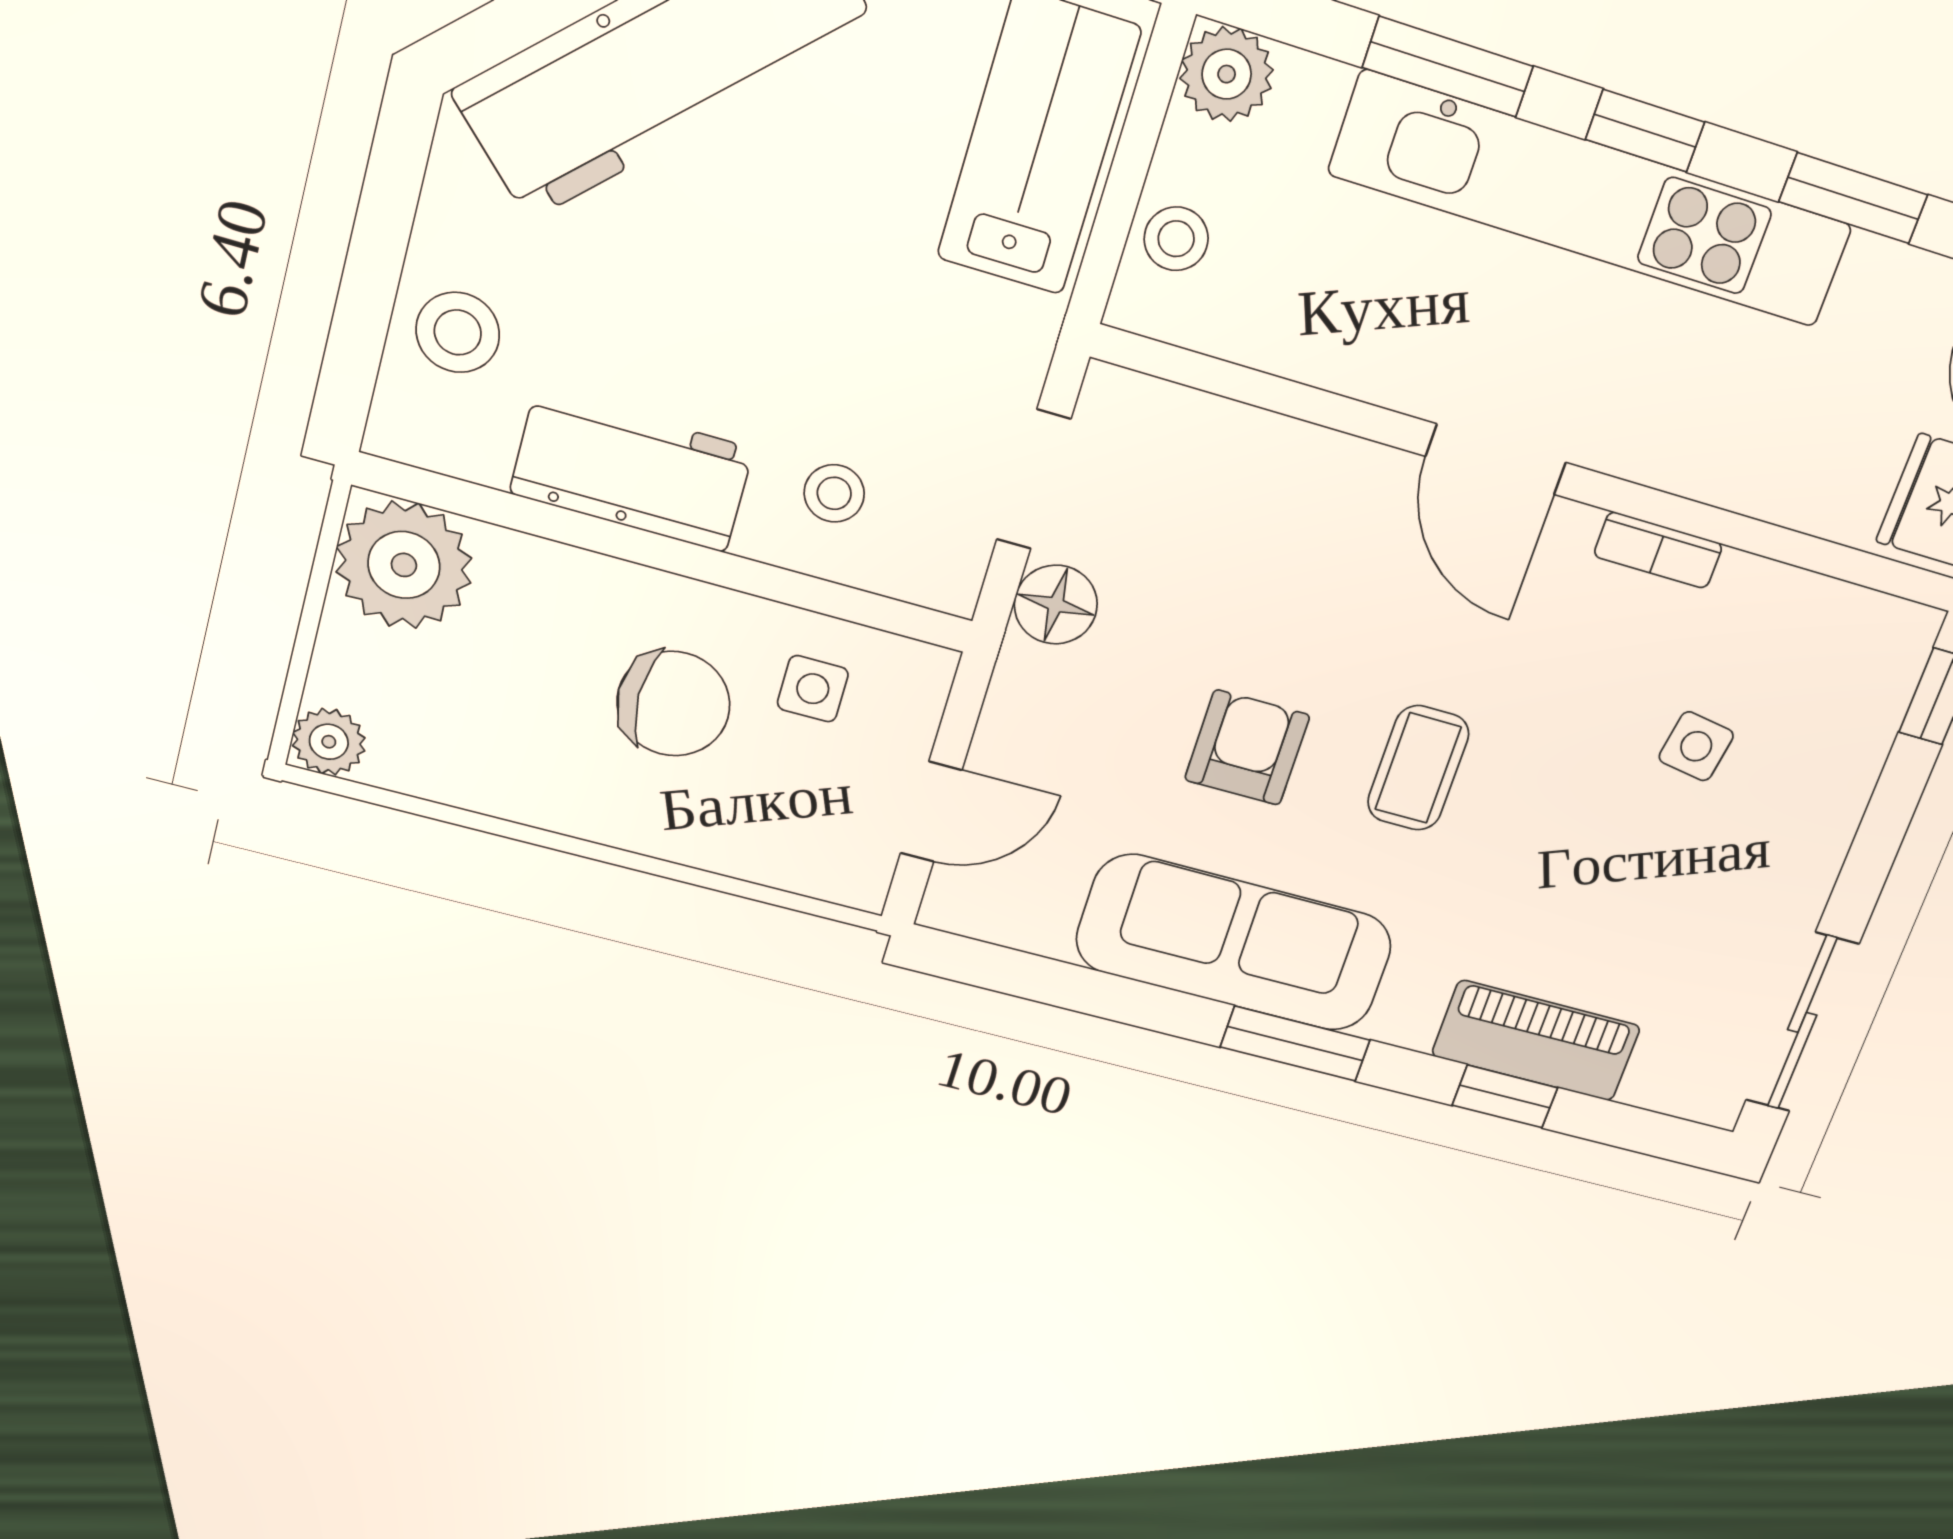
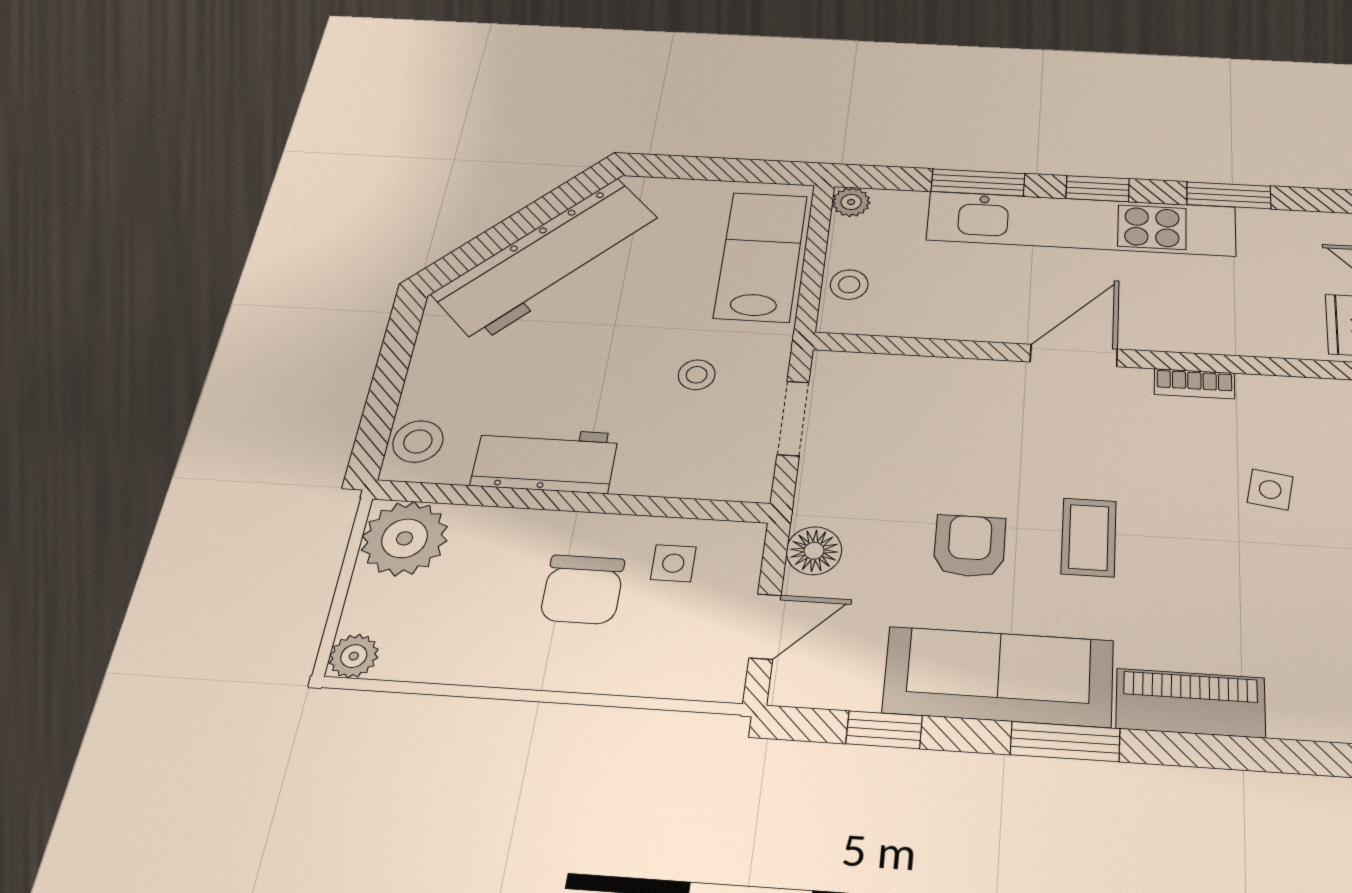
plant: (1227, 74) -> (851, 202), width x0.73, depth x0.73
stool: (458, 332) -> (418, 441), moved
door: (1496, 459) -> (1074, 355), swing flipped
stool: (834, 493) -> (697, 375), moved
floor lamp: (1056, 605) -> (814, 551), moved
chair: (673, 704) -> (582, 589), turned 90
piano: (1536, 1041) -> (1190, 703), moved
window: (1505, 1096) -> (884, 730), moved

